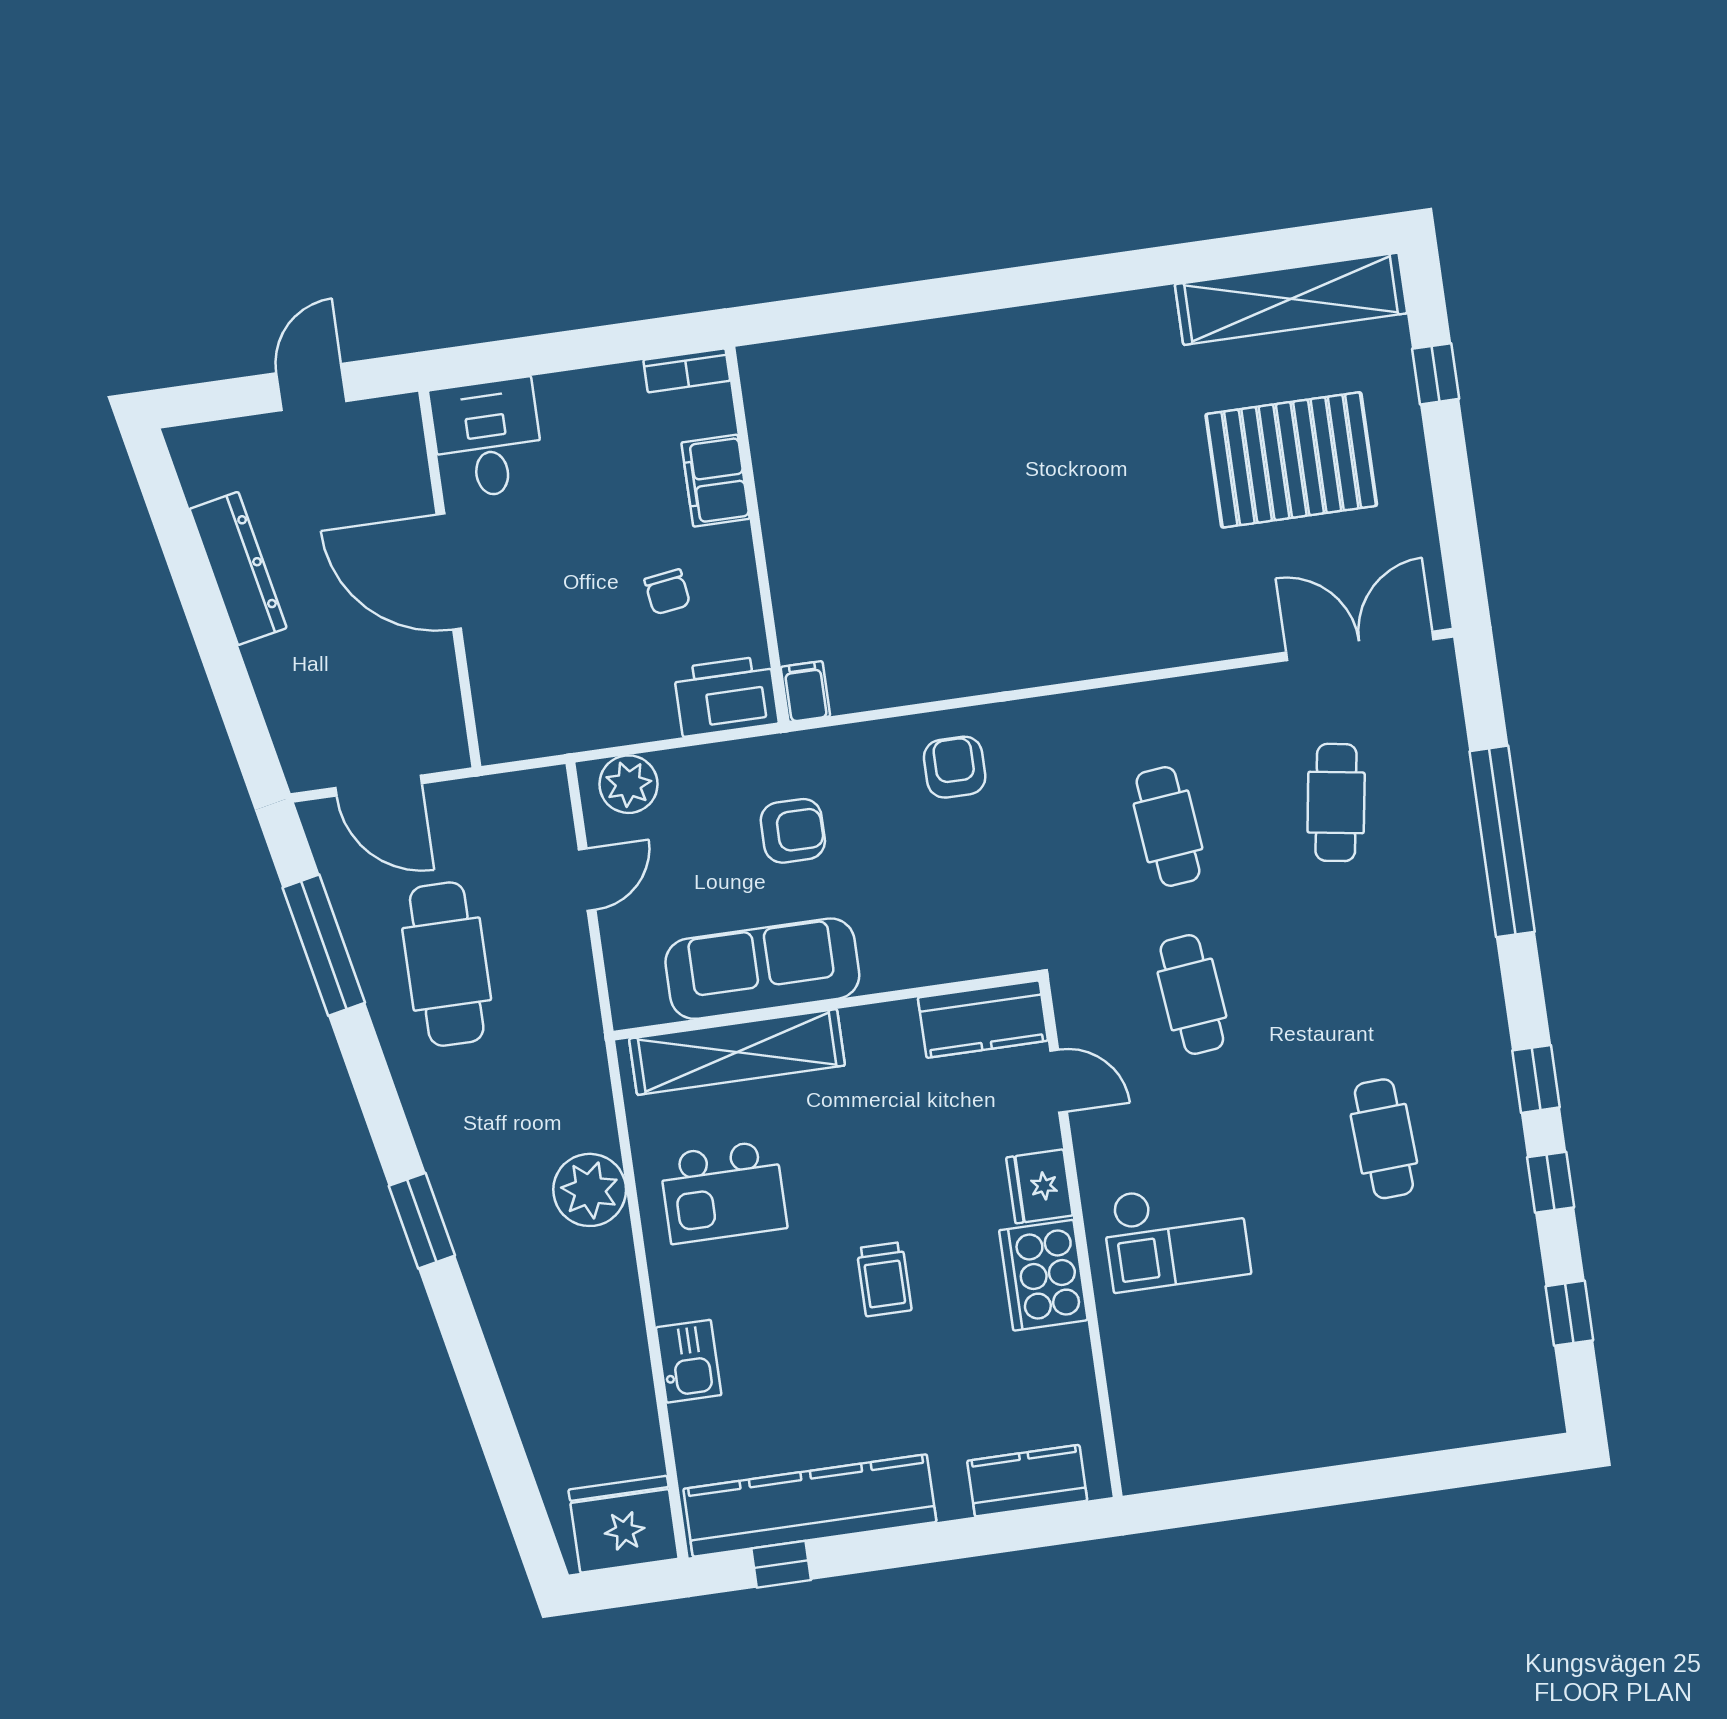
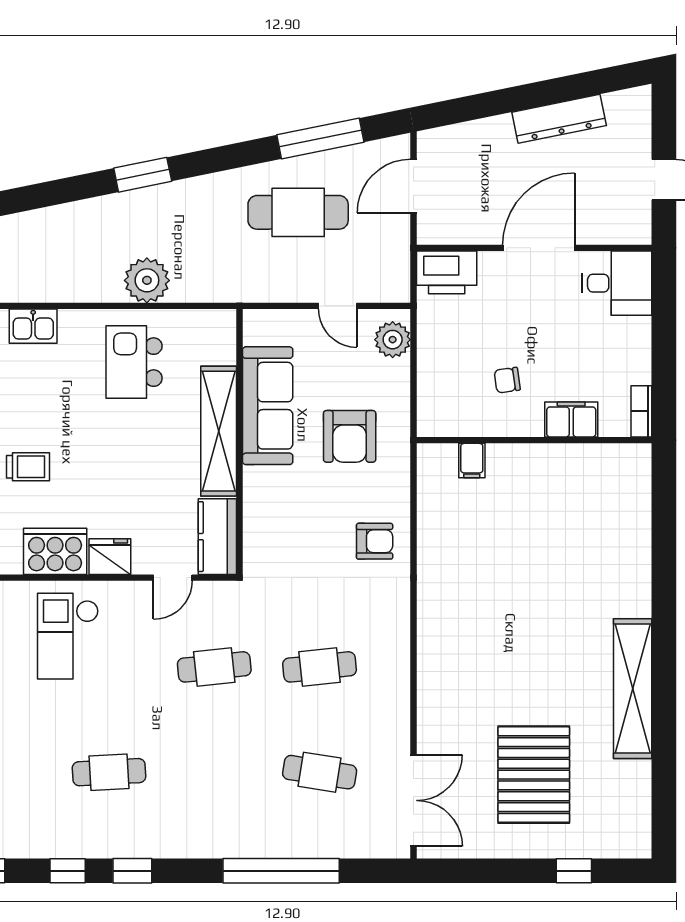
shelving: (1291, 299) -> (633, 689), moved
filing cabinet: (805, 692) -> (472, 461), moved, turned 90
printer: (726, 696) -> (447, 272), moved, turned 90
armchair: (793, 831) -> (350, 436), width x1.38, depth x1.38
shelving: (737, 1052) -> (219, 431), moved
trolley: (884, 1279) -> (28, 467), moved, turned 180

